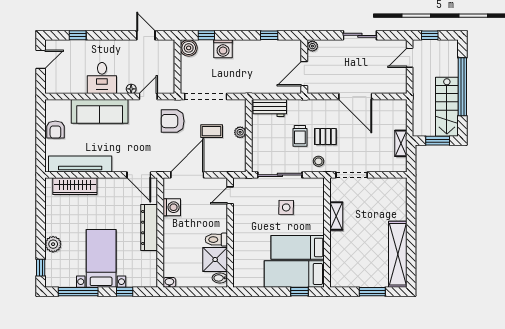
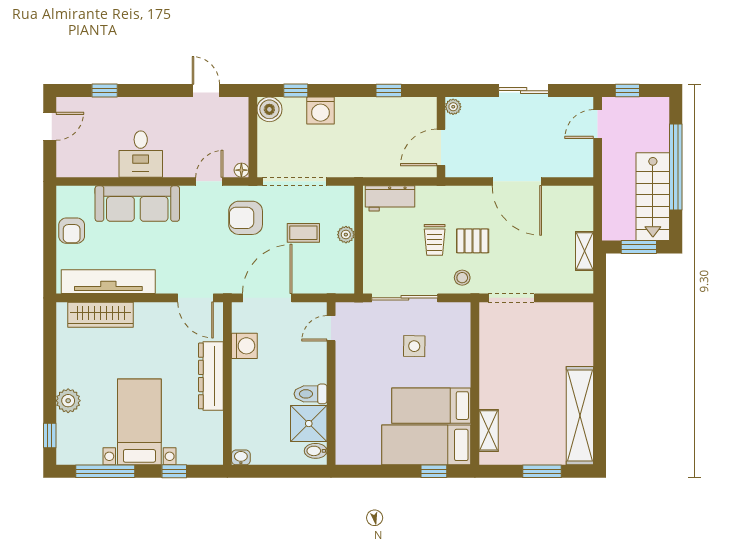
floor lamp: (131, 89) -> (241, 170), moved
shelving: (336, 216) -> (489, 430), moved

